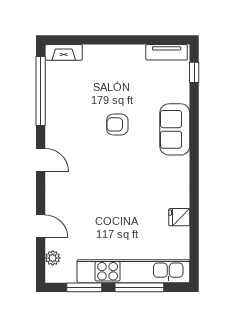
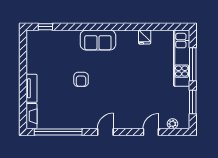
tv unit: (167, 52) -> (32, 88), moved
sofa: (175, 129) -> (98, 40), moved
kitchen unit: (133, 271) -> (182, 58), width x0.73

